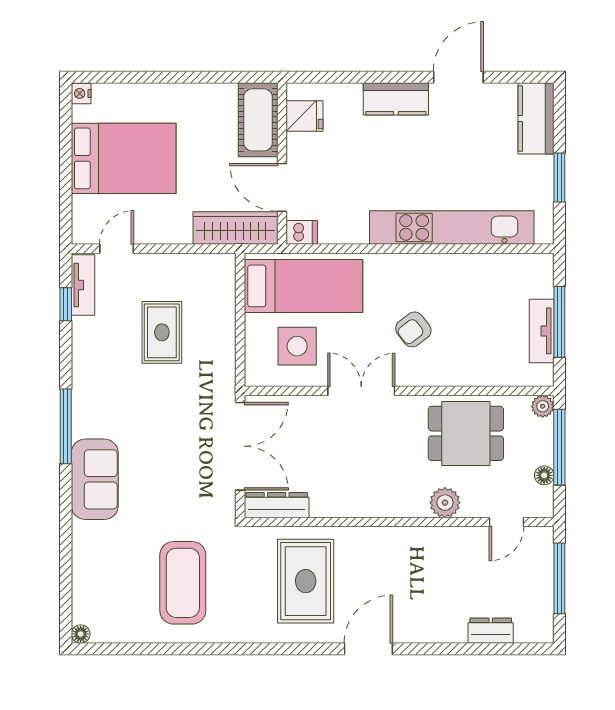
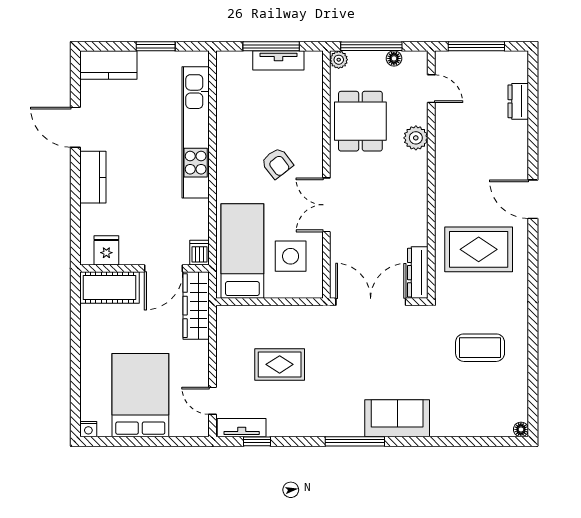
coffee table: (183, 583) -> (480, 348), width x0.73, depth x0.76

